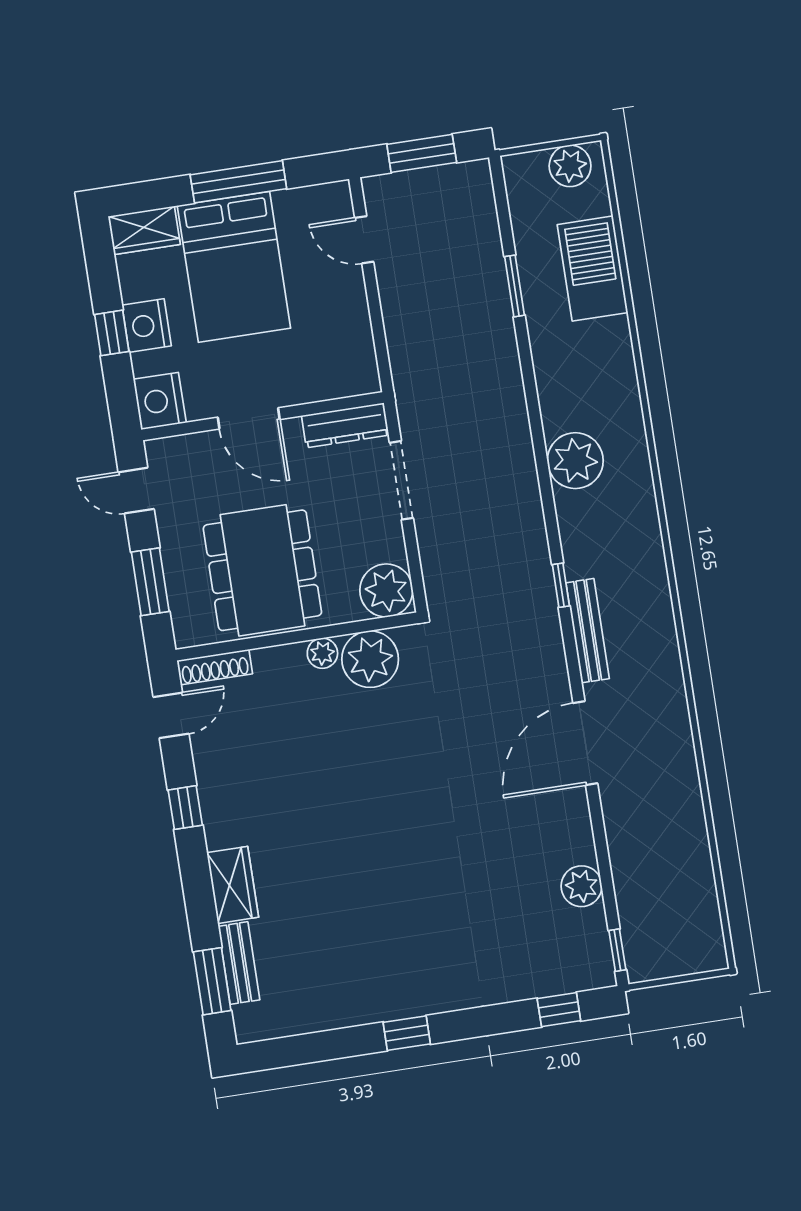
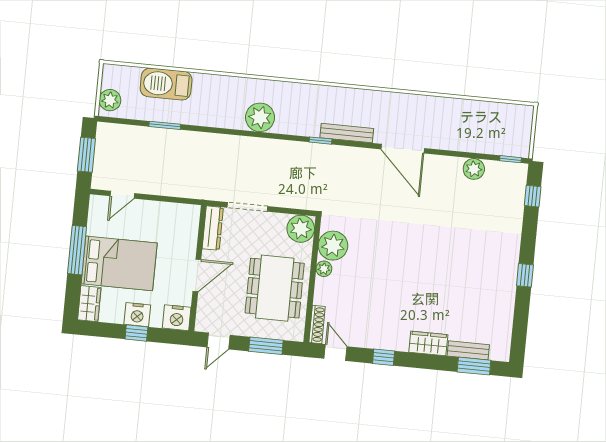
plant: (570, 166) -> (110, 100), moved
dining table: (262, 570) -> (275, 288), turned 90

